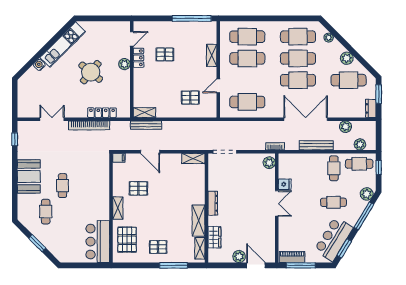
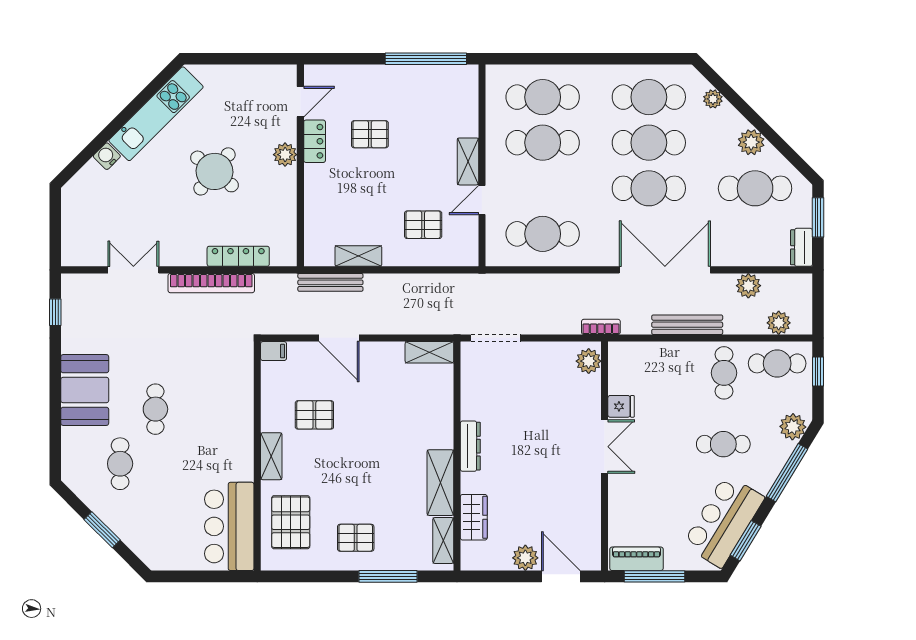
shelving: (212, 55) -> (468, 161), moved
shelving: (144, 113) -> (358, 256), moved

